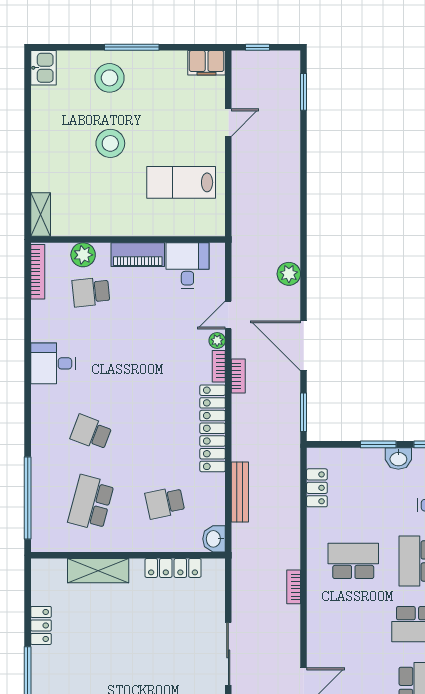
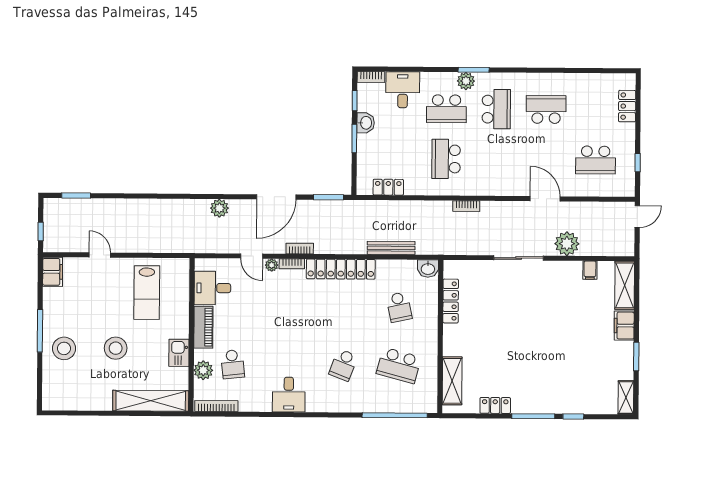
kitchen sink: (43, 68) -> (179, 353), moved, turned -90
shelving: (41, 215) -> (151, 401), width x2.20, depth x1.33
shelving: (98, 571) -> (452, 381), moved

